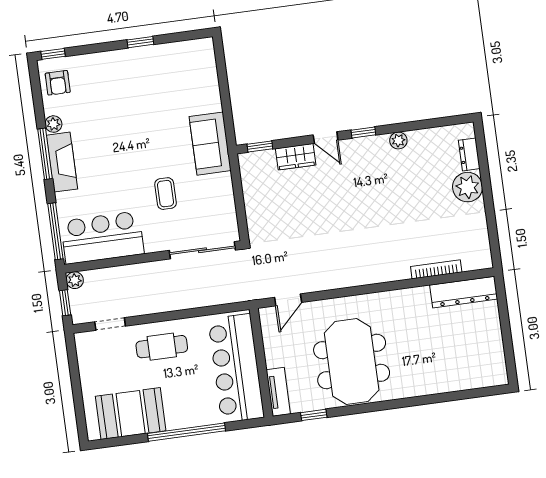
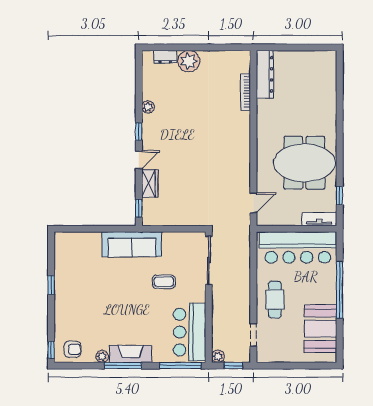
sofa: (210, 144) -> (132, 244), width x1.36
door: (288, 300) -> (253, 203), hinge flipped

